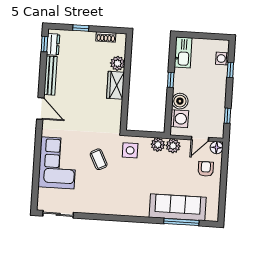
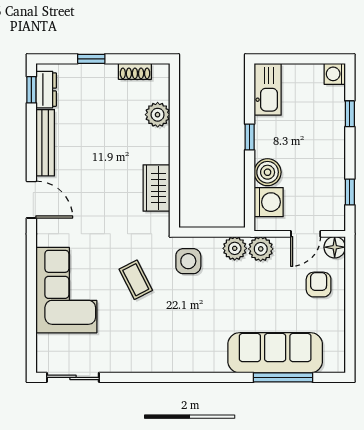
washing machine: (222, 59) -> (335, 74), moved
wardrobe: (115, 85) -> (156, 188), moved

